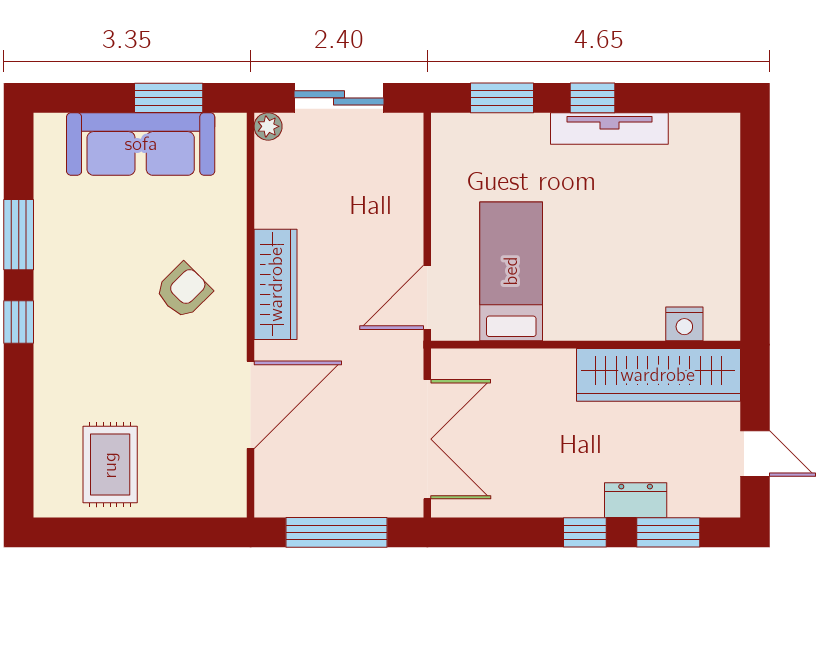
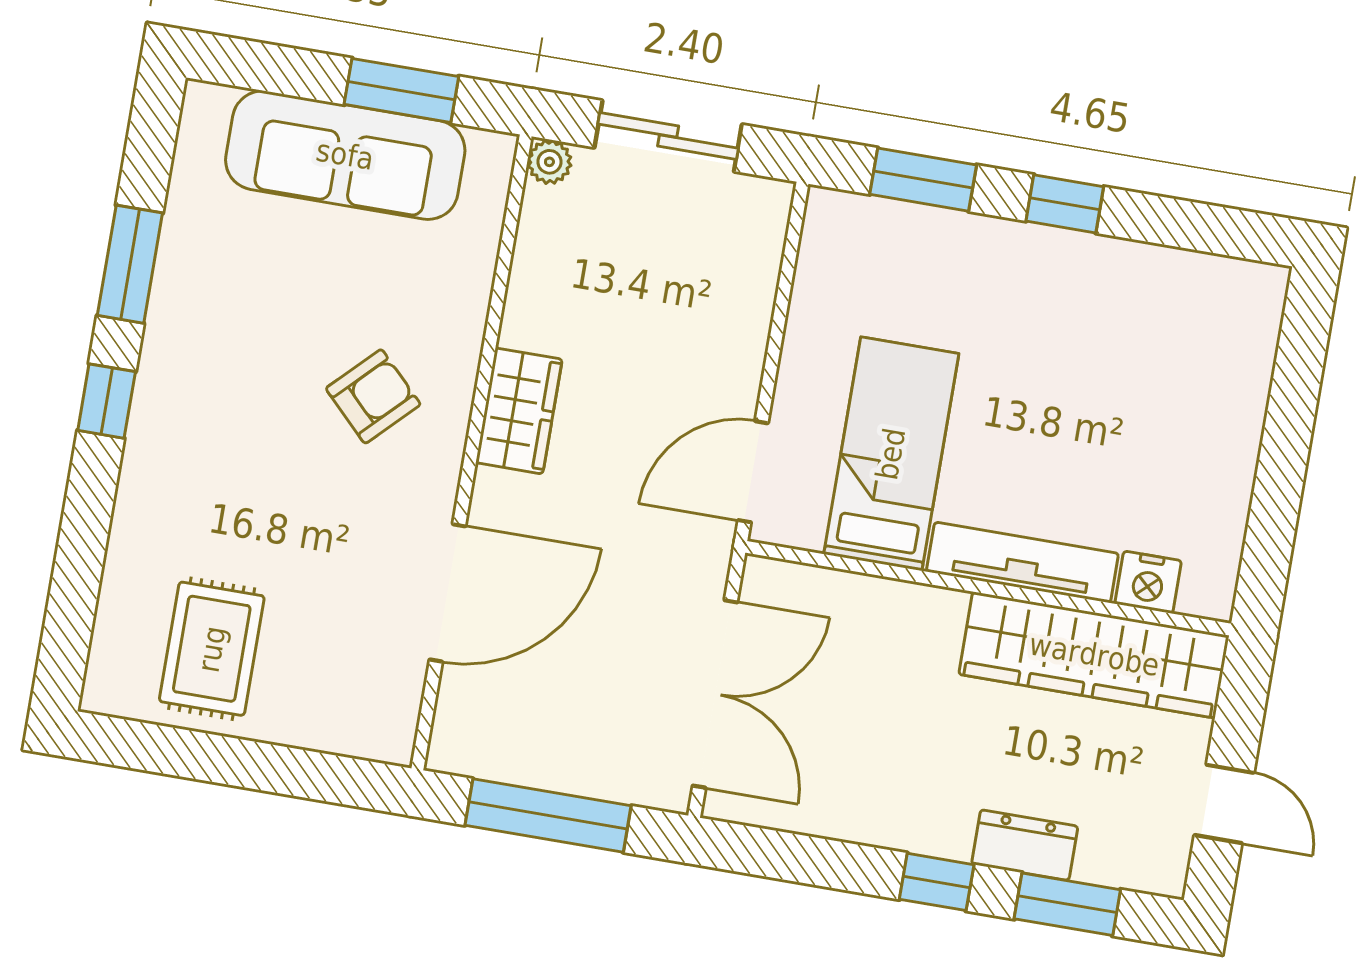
tv unit: (609, 129) -> (1022, 562), moved, turned 180
wardrobe: (276, 284) -> (519, 411), width x0.67

